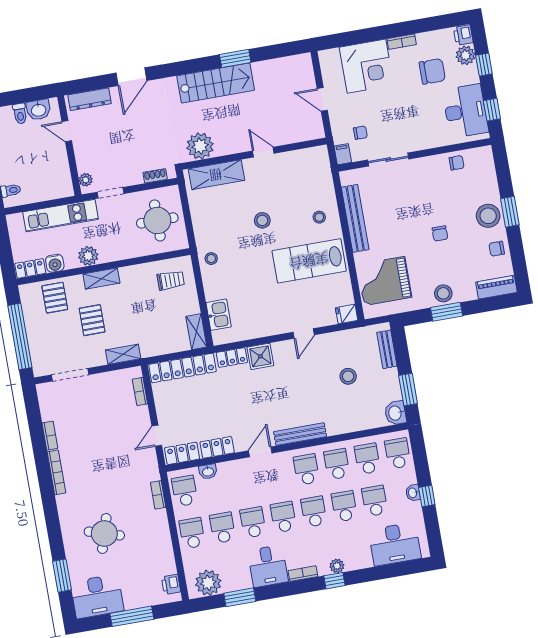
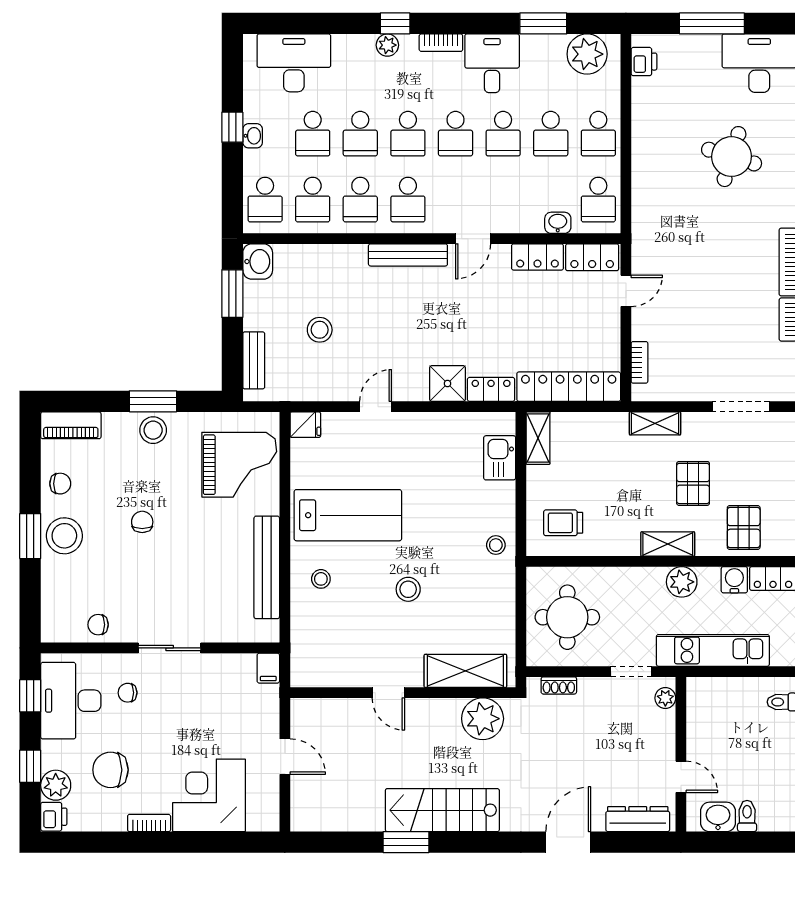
chair: (360, 133) -> (128, 693), moved
sliding door: (388, 159) -> (170, 648), moved
bookcase: (158, 495) -> (640, 201), removed

